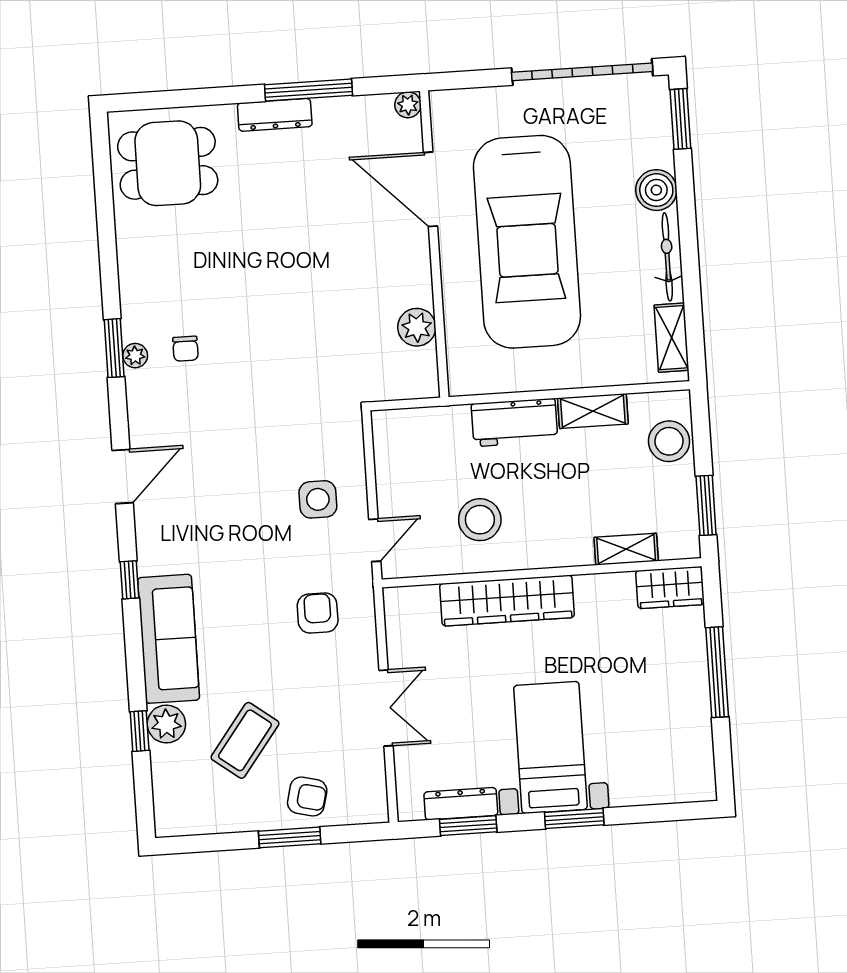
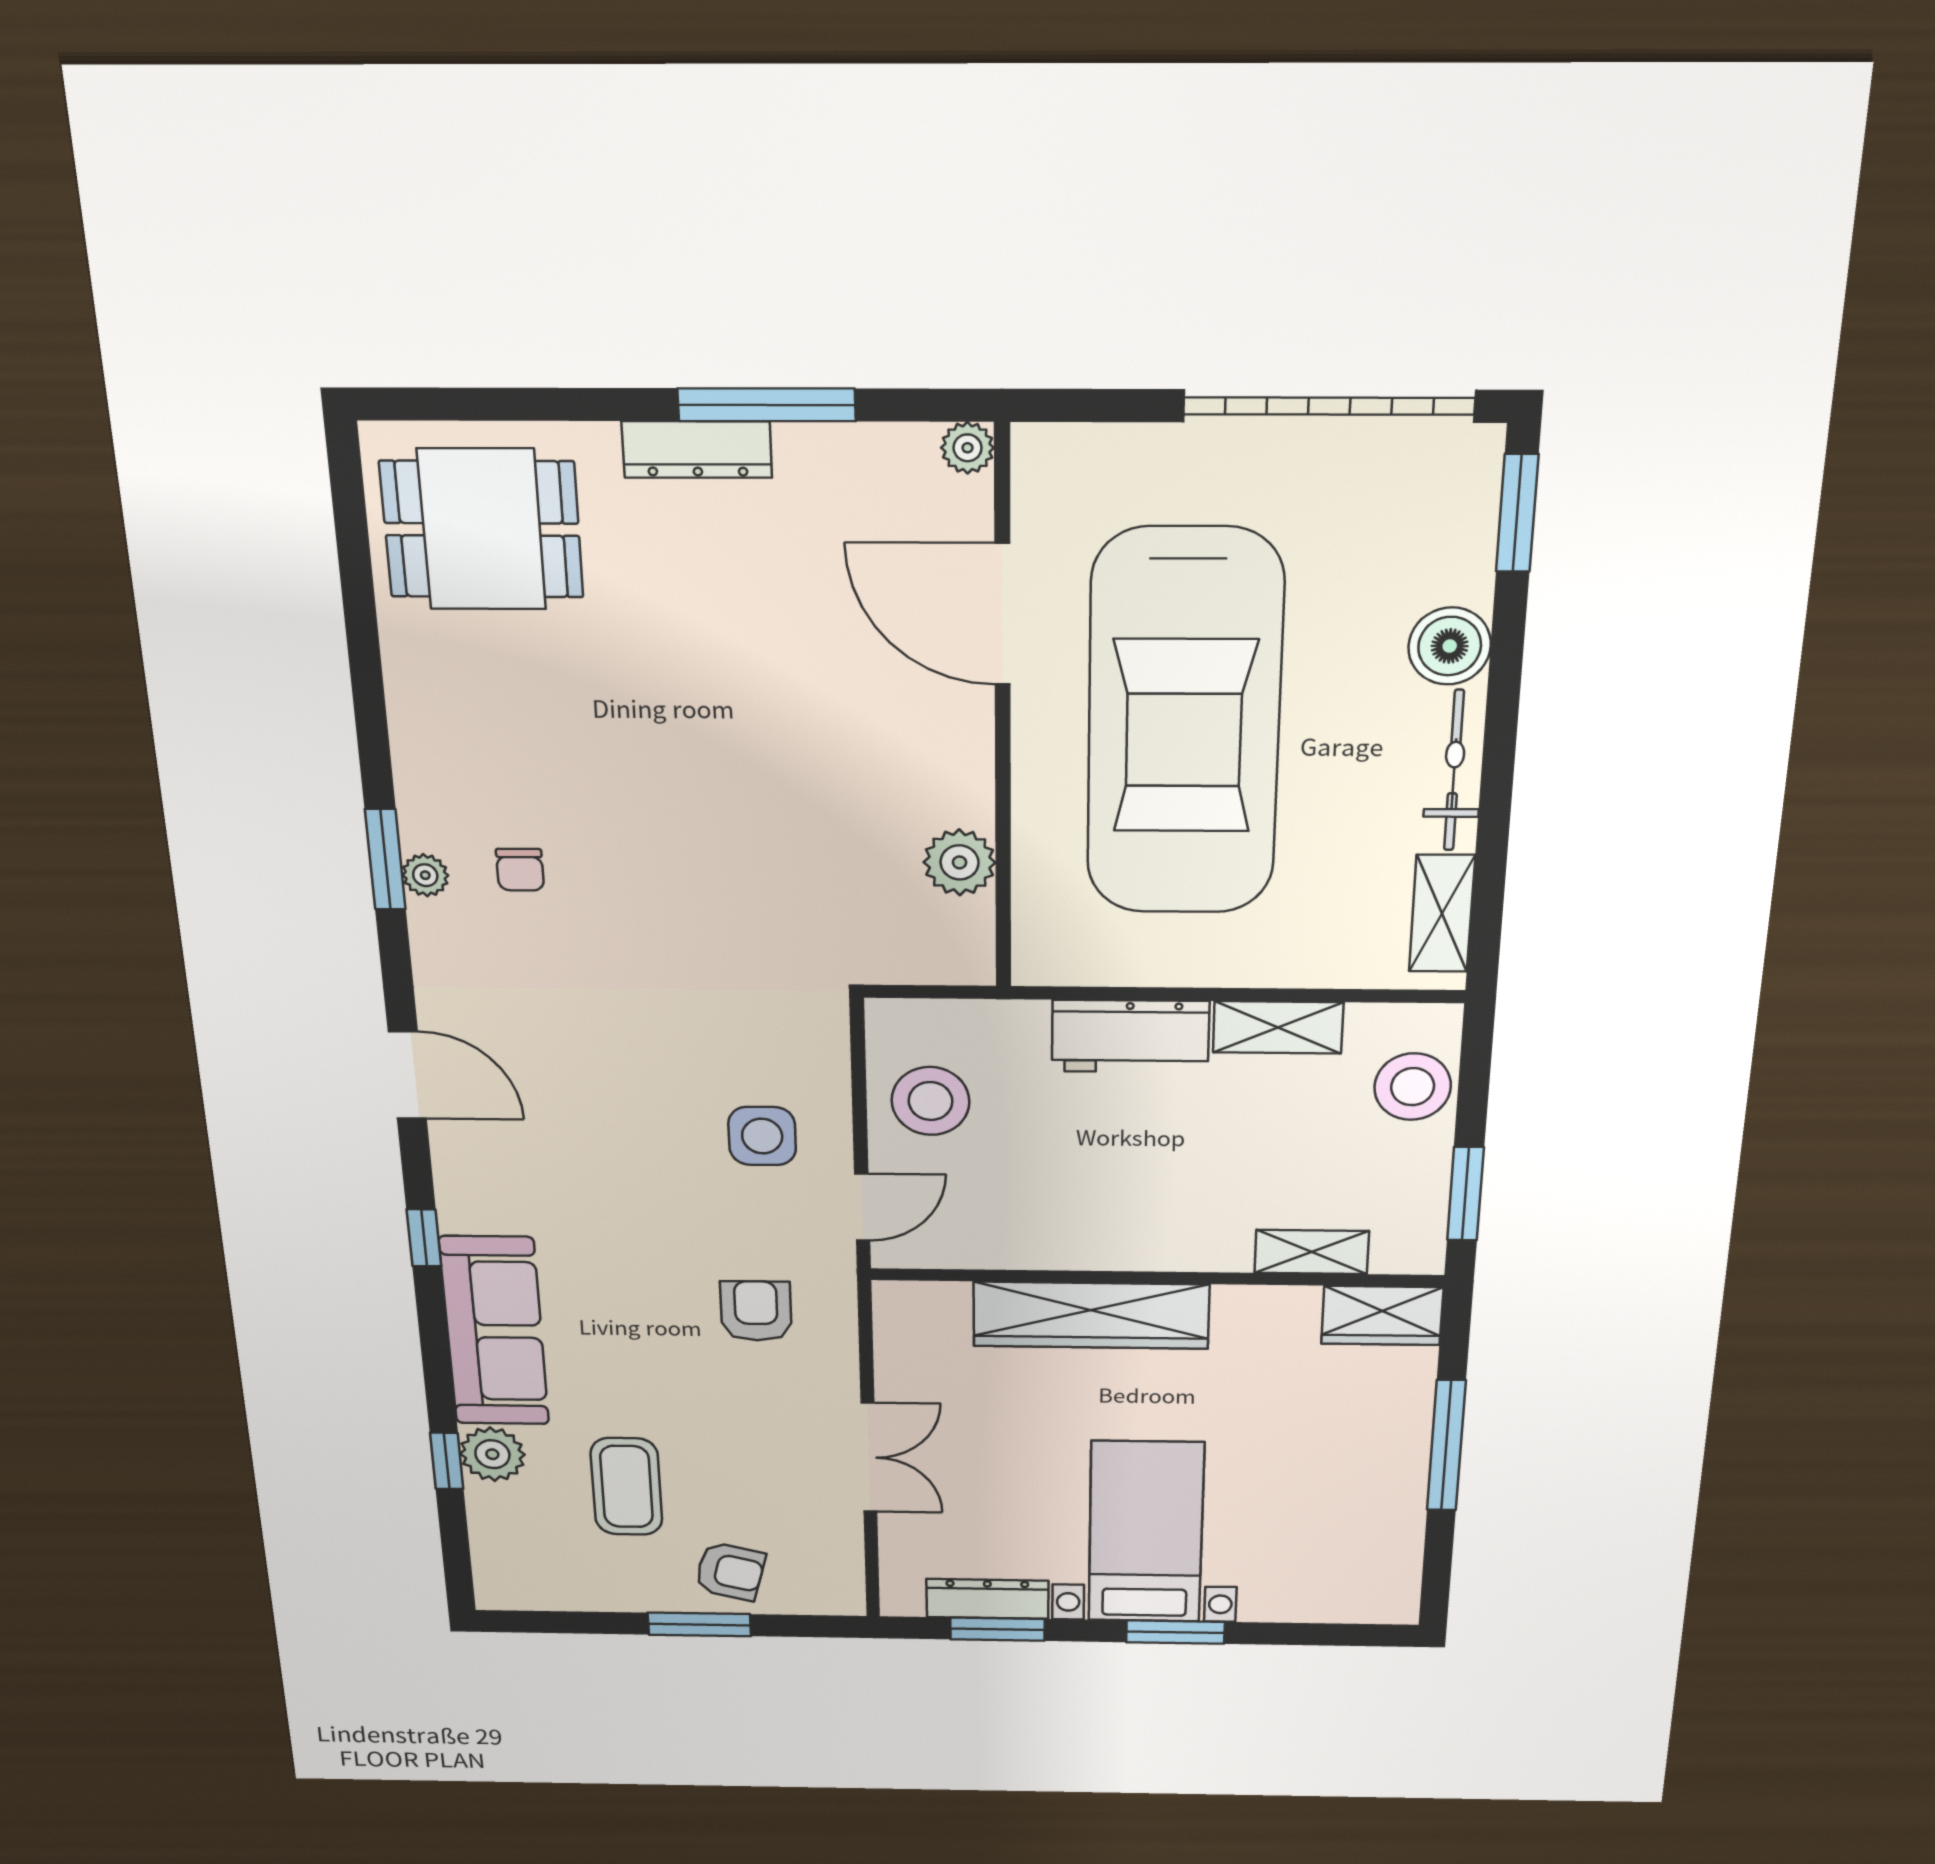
door: (123, 476) -> (407, 1075), hinge flipped
stool: (480, 520) -> (931, 1101), moved
coffee table: (245, 740) -> (626, 1487), turned -37

